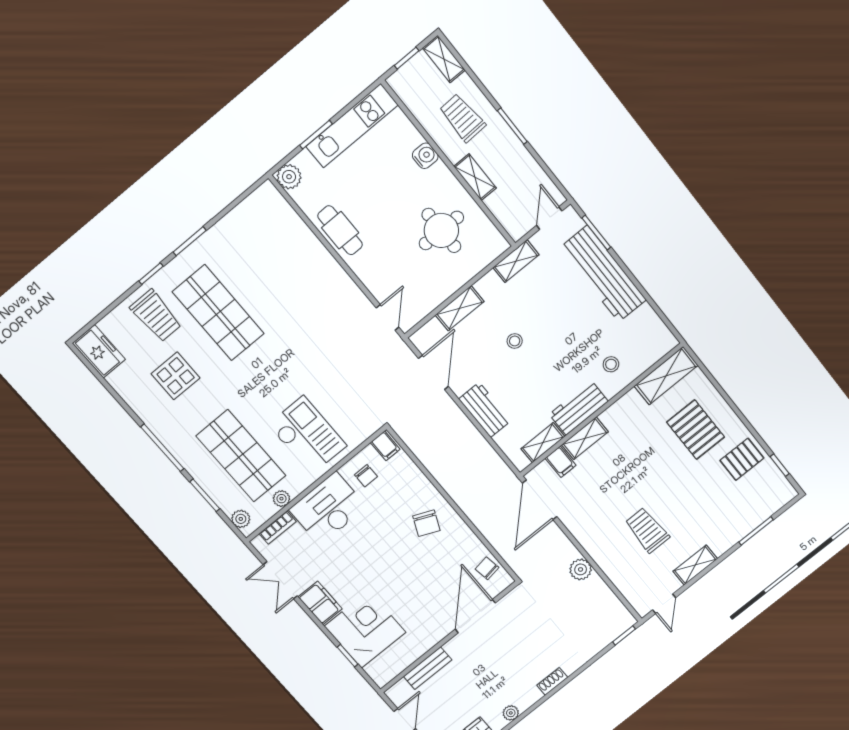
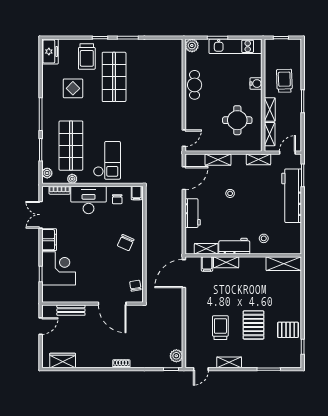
shelving: (444, 59) -> (270, 134), moved
pallet: (696, 430) -> (254, 325), moved
plant: (581, 569) -> (176, 356), moved
door: (475, 616) -> (112, 304), swing flipped
plant: (511, 713) -> (91, 363), removed

